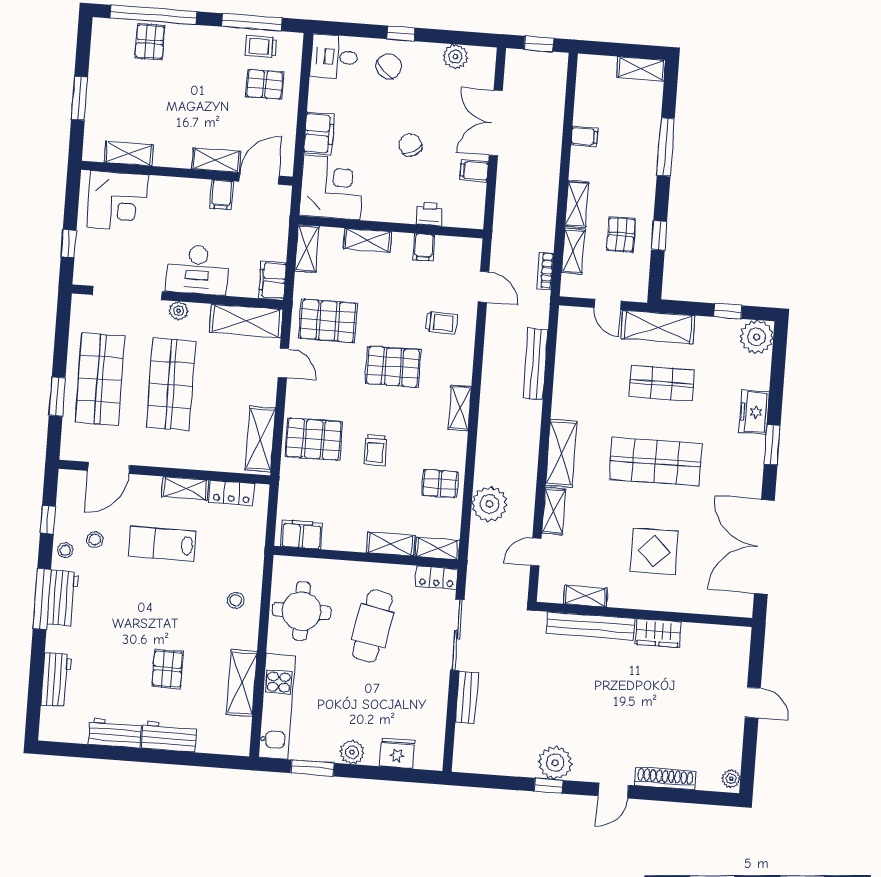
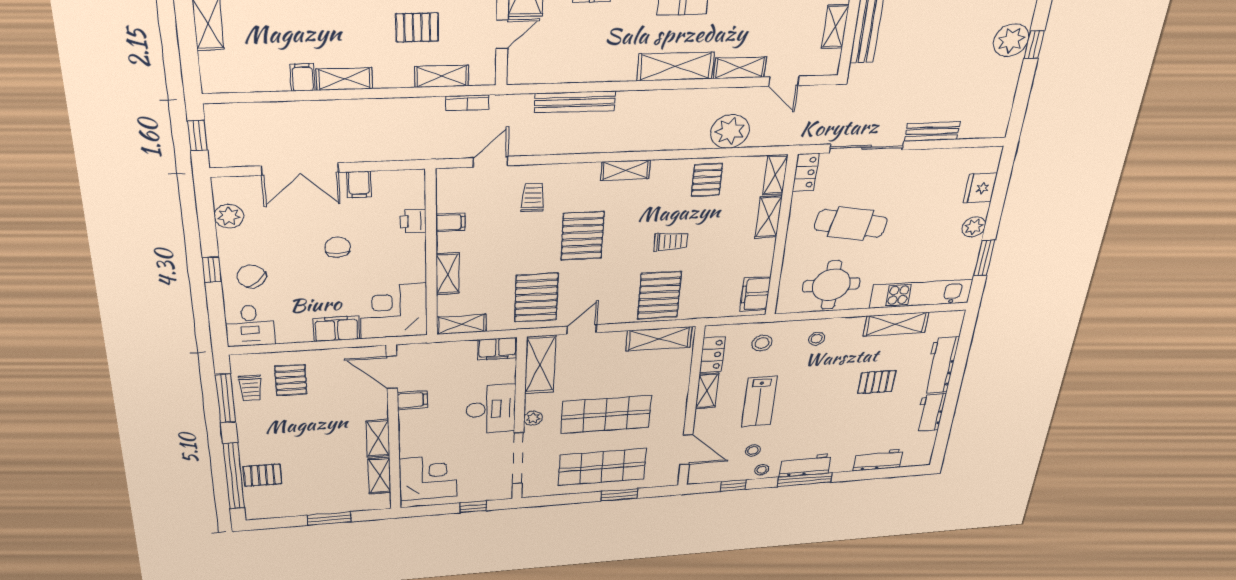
chair: (410, 145) -> (338, 247), turned 116
shelving: (216, 160) -> (378, 438), moved
shelving: (577, 204) -> (344, 79), moved
stool: (239, 544) -> (762, 343), added
workbench: (169, 737) -> (941, 365), width x1.38

